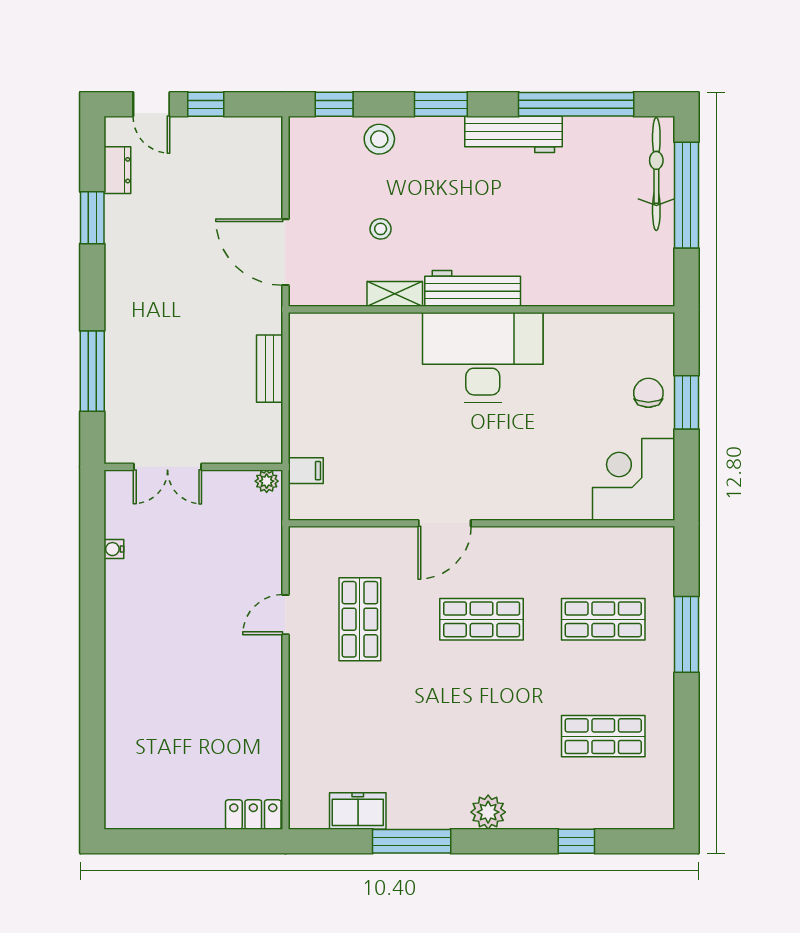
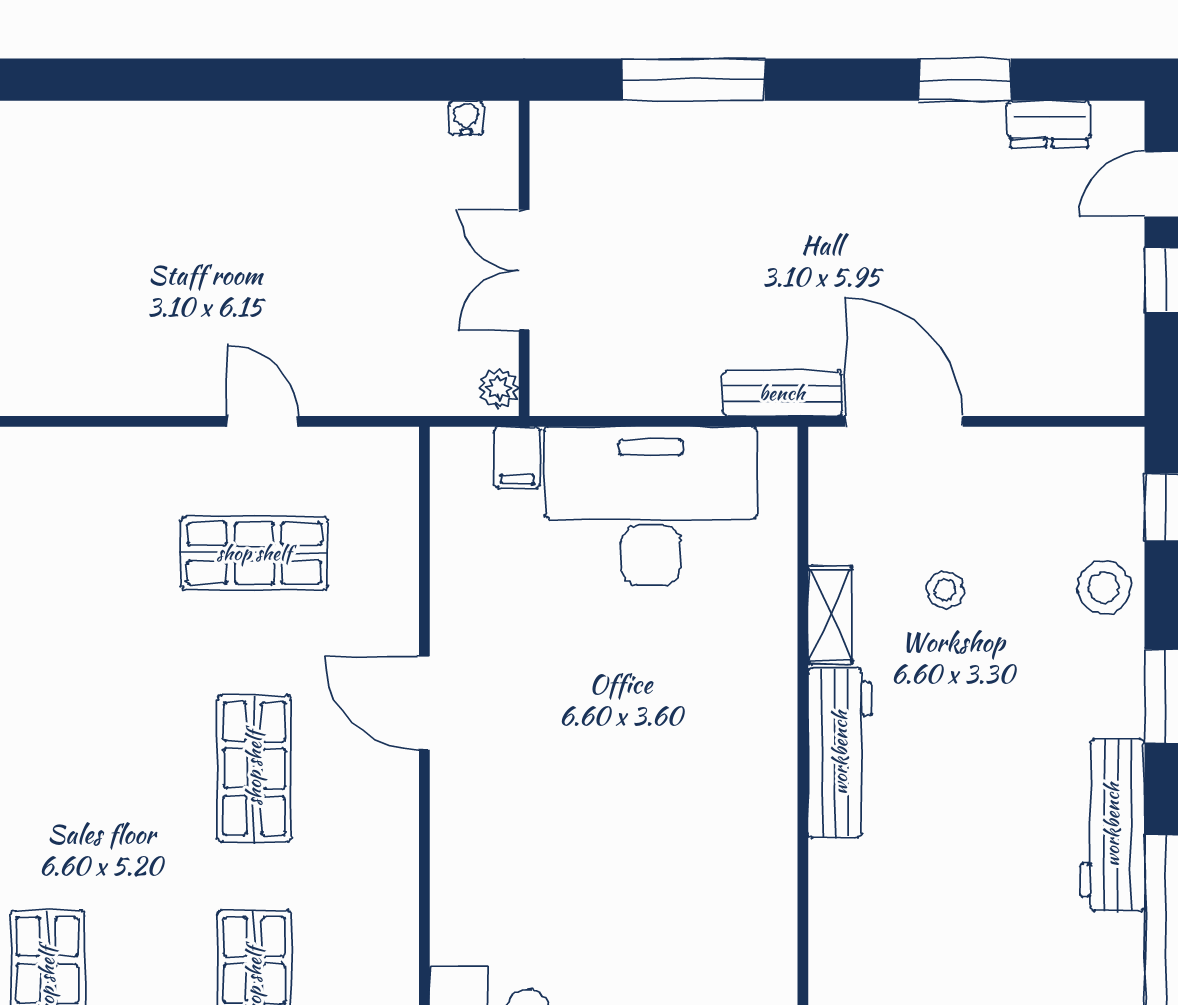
door: (285, 252) -> (904, 421), hinge flipped
desk: (483, 357) -> (651, 506), moved, turned -90
bench: (270, 369) -> (782, 393), moved
double door: (167, 467) -> (524, 270), moved
water cooler: (114, 549) -> (466, 118), moved

